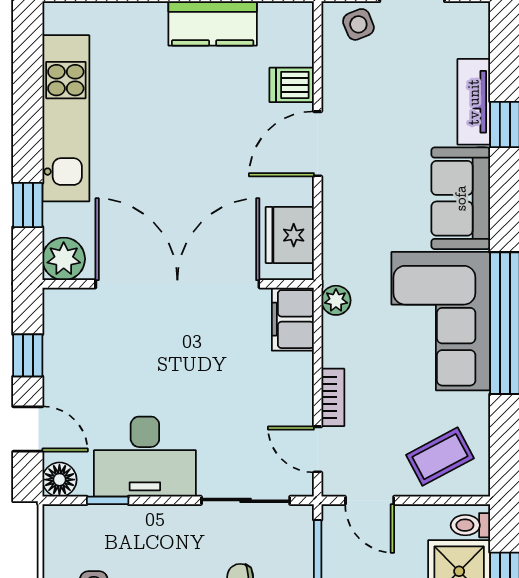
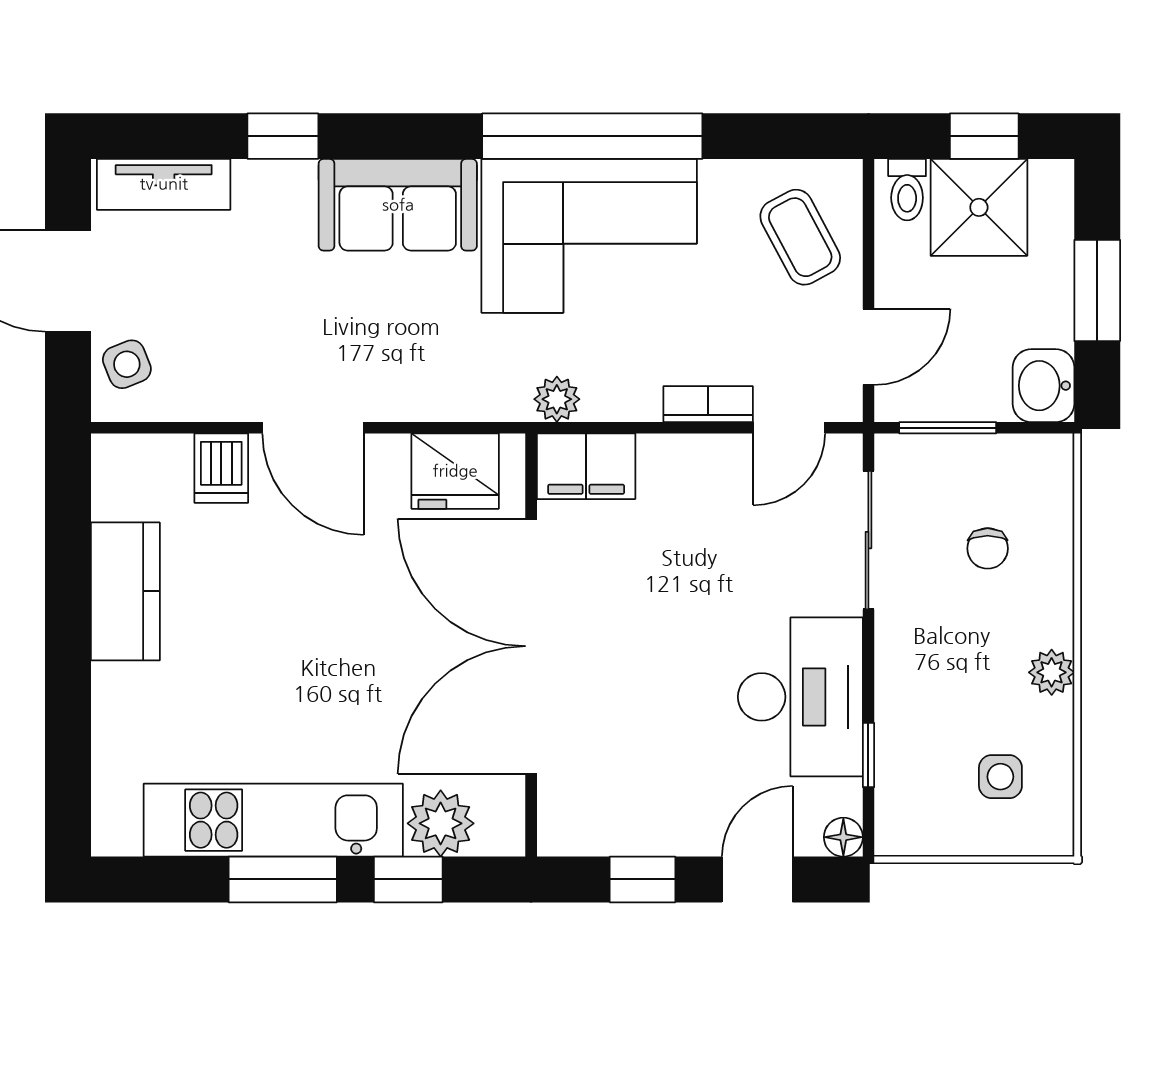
tv unit: (474, 102) -> (164, 184), moved
window: (28, 124) -> (283, 879), added
plant: (64, 259) -> (441, 823), moved
floor lamp: (59, 480) -> (843, 837), width x0.73, depth x0.73

